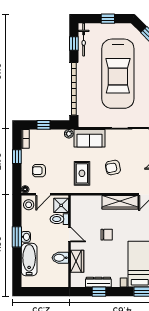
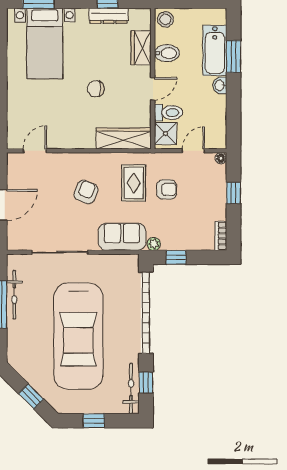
car: (118, 74) -> (78, 336), turned 180
window: (43, 125) -> (176, 257), moved
window: (17, 157) -> (234, 193), moved
armchair: (113, 168) -> (86, 192), turned -56
armchair: (39, 171) -> (167, 189), moved
wardrobe: (120, 202) -> (124, 138), moved
stool: (29, 205) -> (166, 19), moved
door: (69, 235) -> (153, 89), swing flipped
window: (17, 237) -> (234, 57), moved

